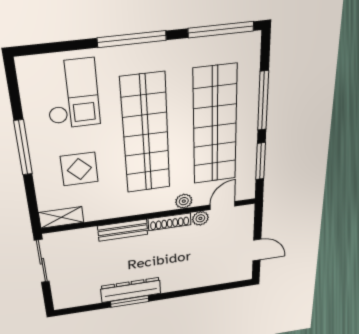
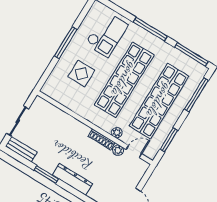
window: (263, 101) -> (196, 95), moved
shelving: (61, 217) -> (53, 93), removed
bench: (123, 230) -> (21, 149), moved
sliding door: (42, 261) -> (18, 121), moved
dresser: (131, 290) -> (72, 179), moved

